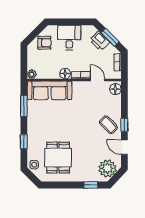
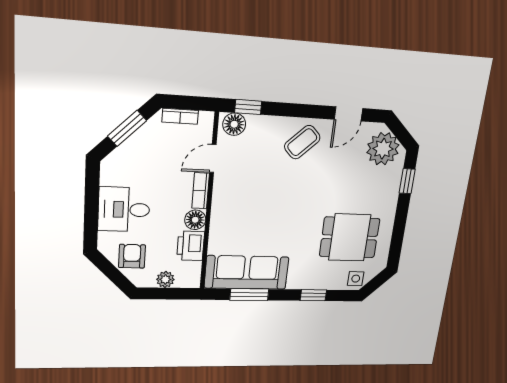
printer: (99, 41) -> (191, 246), moved, turned 135
plant: (32, 74) -> (165, 279), moved
sofa: (50, 90) -> (247, 273), moved, turned -90
window: (124, 125) -> (248, 107), moved

